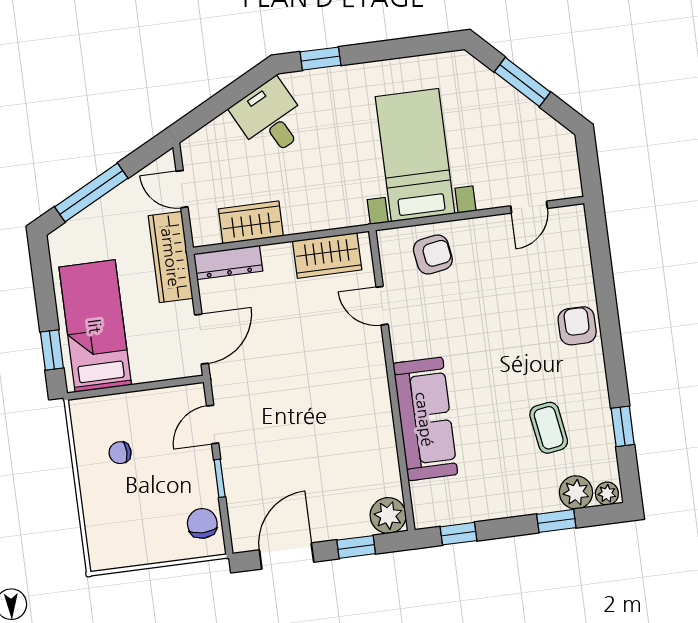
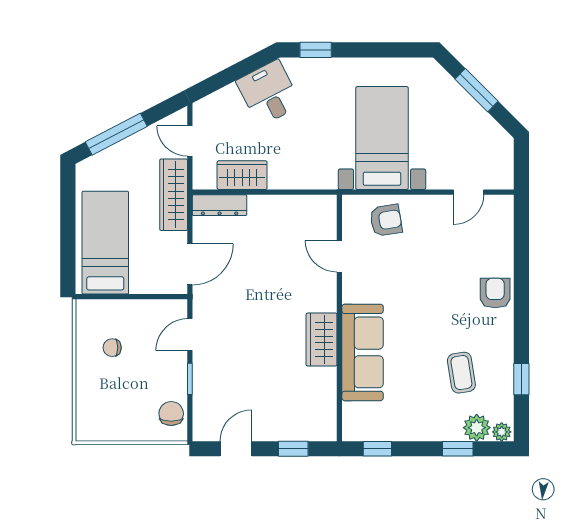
wardrobe: (327, 255) -> (322, 339), moved, turned 90
window: (52, 350) -> (68, 257), removed
plant: (388, 515) -> (322, 427), removed
door: (287, 556) -> (236, 449), width x0.73

